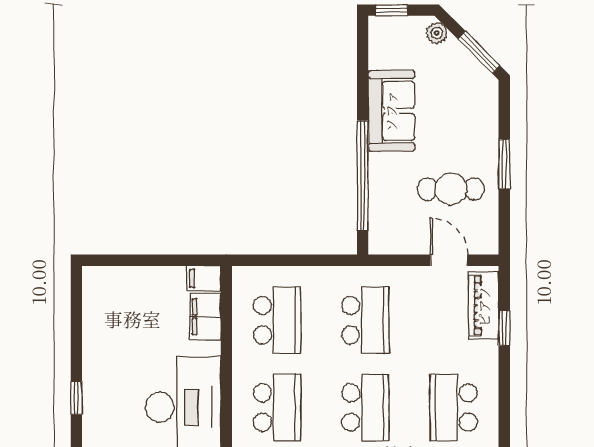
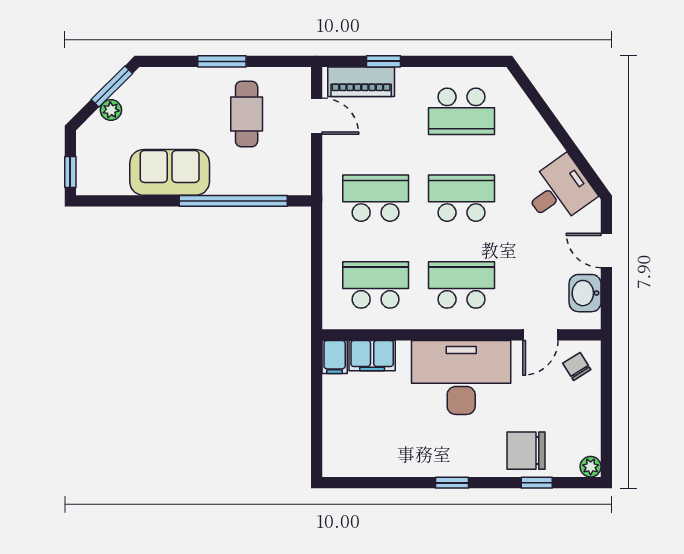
plant: (437, 33) -> (111, 110), moved
door: (449, 260) -> (317, 116), swing flipped

